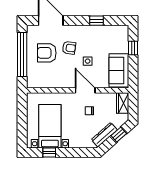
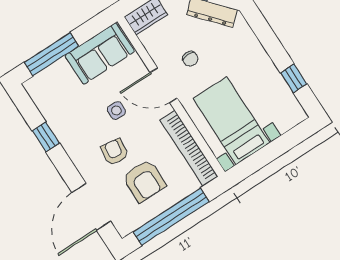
window: (133, 48) -> (51, 54), width x2.17
bookcase: (48, 83) -> (189, 148), added
door: (85, 90) -> (164, 85), hinge flipped
bed with nightstands: (50, 126) -> (231, 121), moved, turned 90

